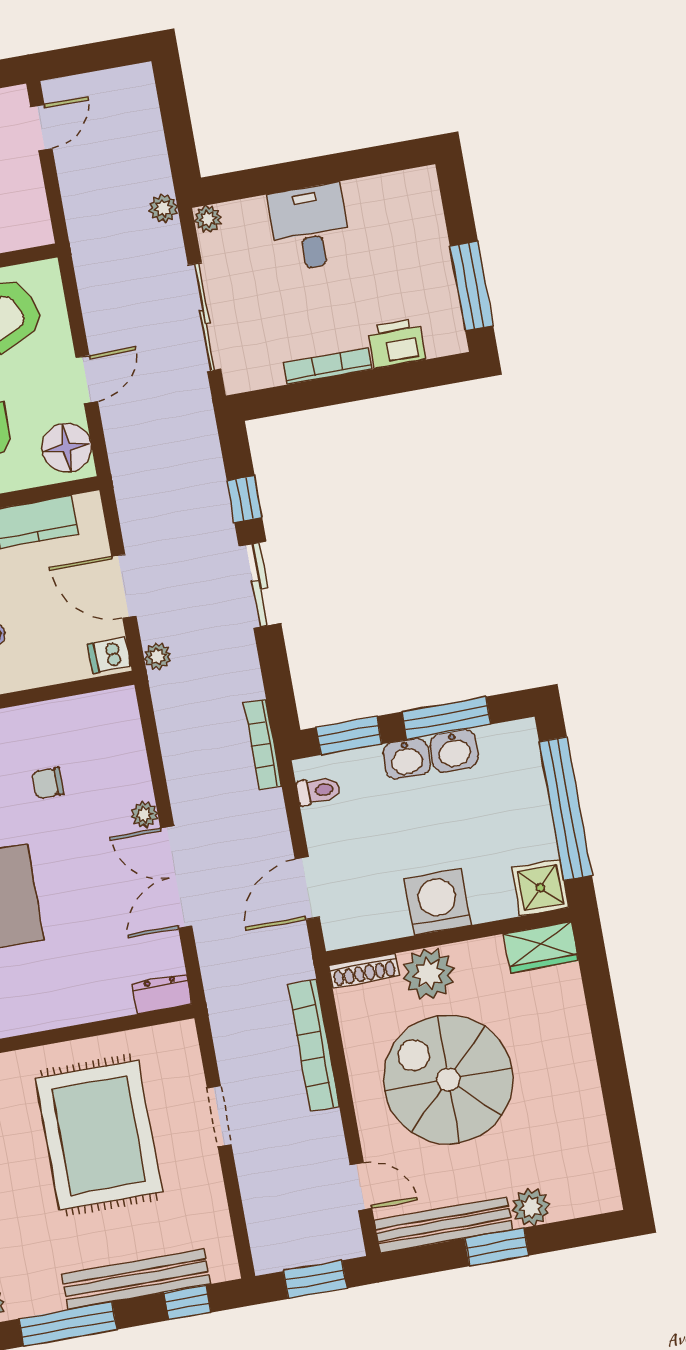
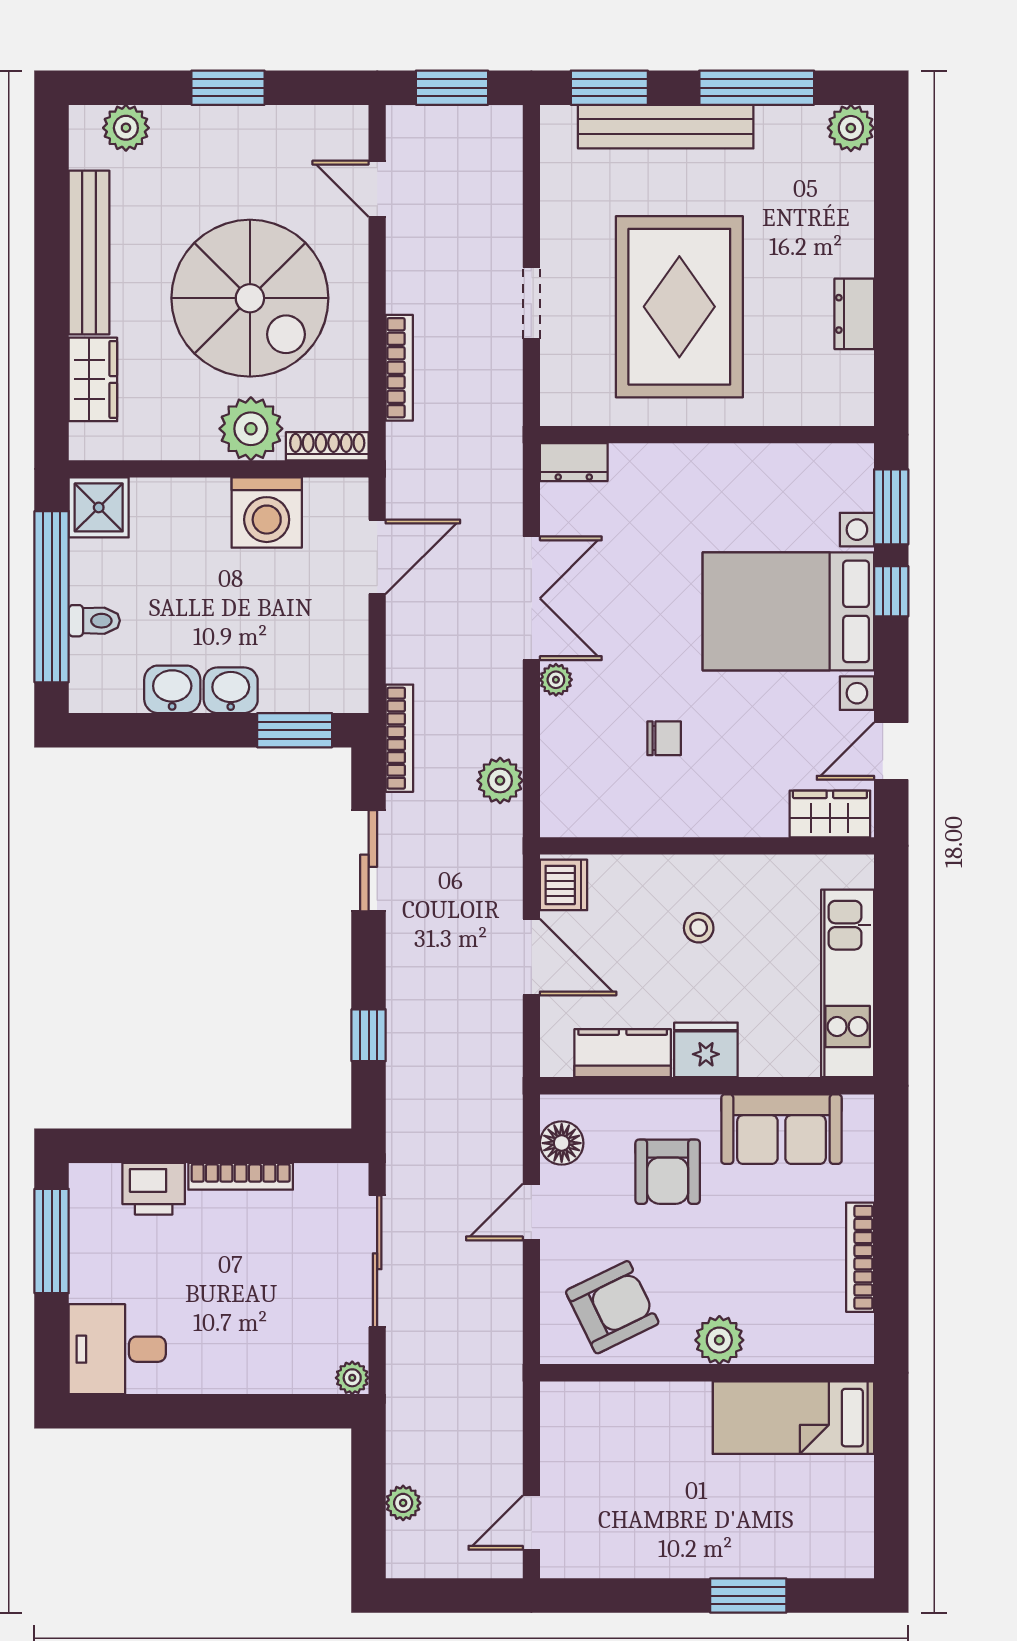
plant: (163, 208) -> (403, 1503), moved
desk: (310, 227) -> (117, 1349), moved, turned 90
floor lamp: (67, 448) -> (562, 1143), width x0.73, depth x0.73
sliding door: (260, 585) -> (369, 861), moved
dishwasher: (109, 655) -> (564, 885), width x1.38
plant: (158, 656) -> (500, 781), moved, width x1.38, depth x1.38
window: (446, 718) -> (174, 730), removed
toilet: (318, 791) -> (94, 621), moved, turned 180
washing machine: (437, 902) -> (267, 513), moved
wardrobe: (541, 947) -> (93, 379), moved, turned 90
bookcase: (314, 1045) -> (399, 368), width x0.68, depth x0.76
plant: (531, 1207) -> (126, 128), moved
bench: (444, 1225) -> (89, 253), moved, turned 90
window: (188, 1303) -> (609, 88), width x1.50

